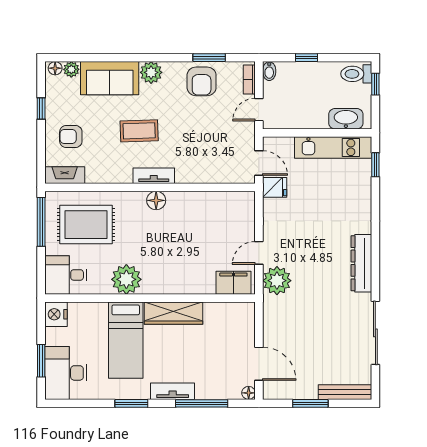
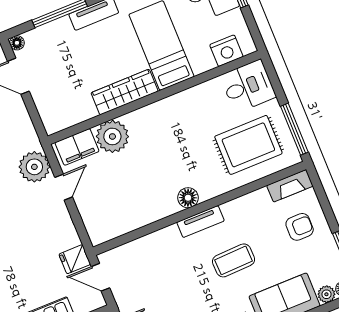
plant: (126, 279) -> (112, 136), moved
nightstand: (56, 314) -> (226, 51), moved, turned 90

